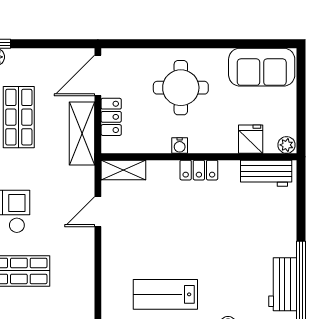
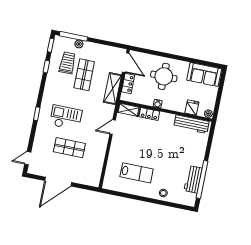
door: (98, 75) -> (126, 63), swing flipped
locker: (199, 170) -> (149, 114), moved
workbench: (266, 173) -> (191, 124), width x1.38
lab bench: (165, 294) -> (137, 173), turned 180

